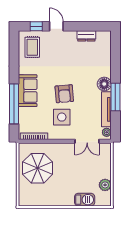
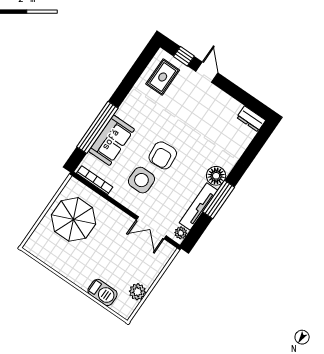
dresser: (86, 36) -> (251, 119), moved
sofa: (28, 91) -> (111, 140), moved

